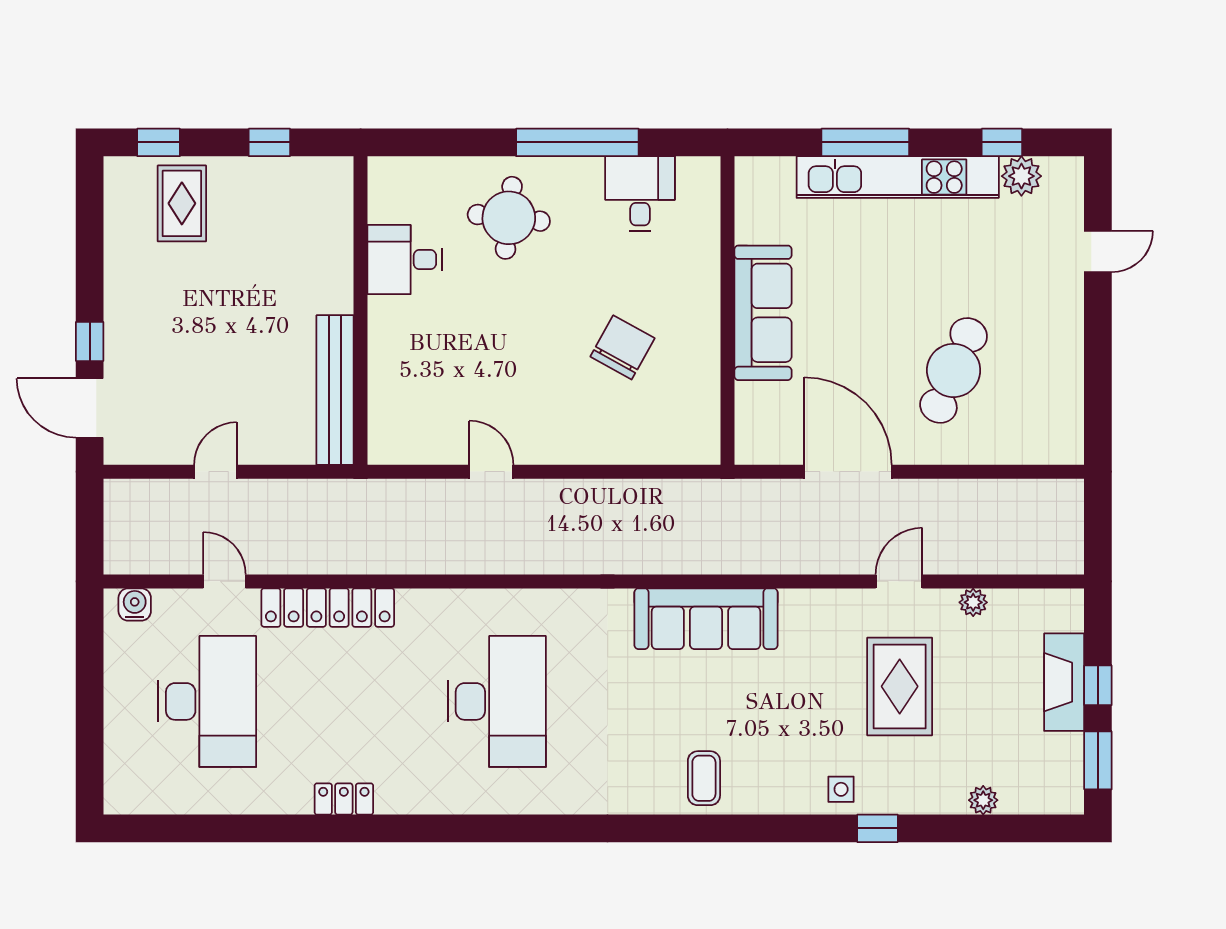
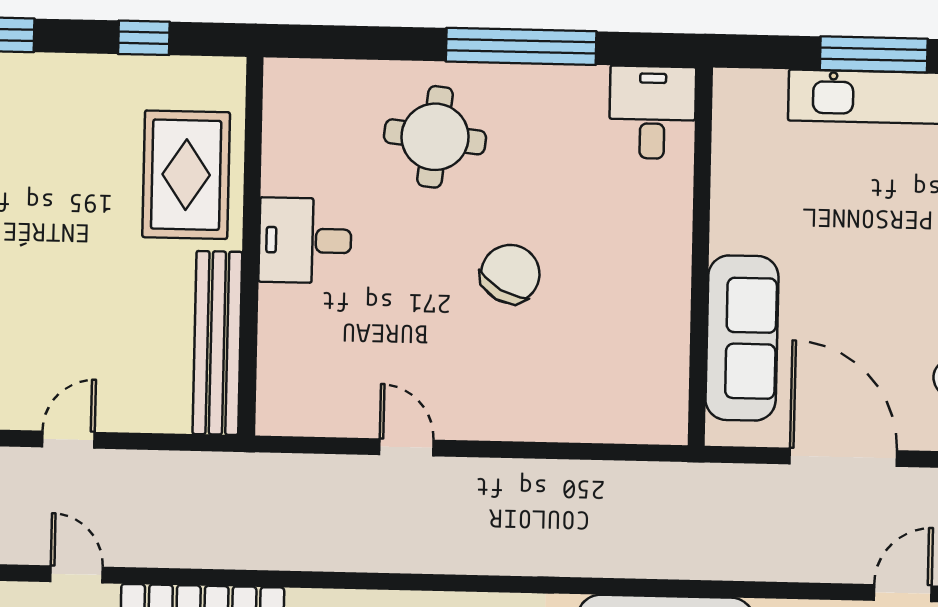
desk: (640, 194) -> (652, 112), moved
rug: (182, 203) -> (186, 175), moved, width x1.36, depth x1.43
desk: (405, 260) -> (305, 240), moved
sofa: (763, 313) -> (742, 338), moved
chair: (622, 347) -> (510, 274), moved

